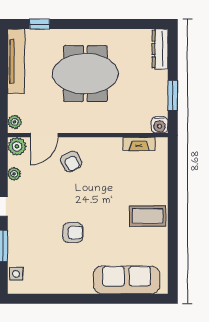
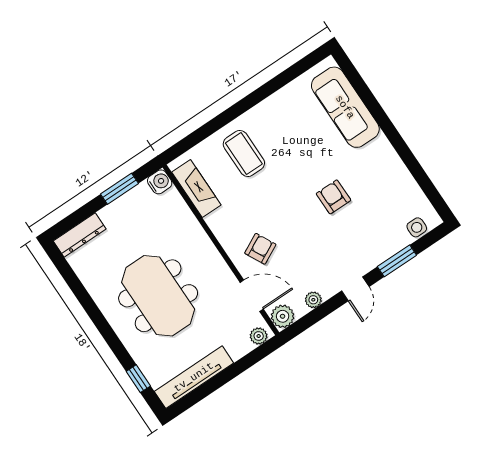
fireplace: (139, 144) -> (196, 188), width x1.37, depth x1.32
coffee table: (148, 216) -> (244, 154), moved

